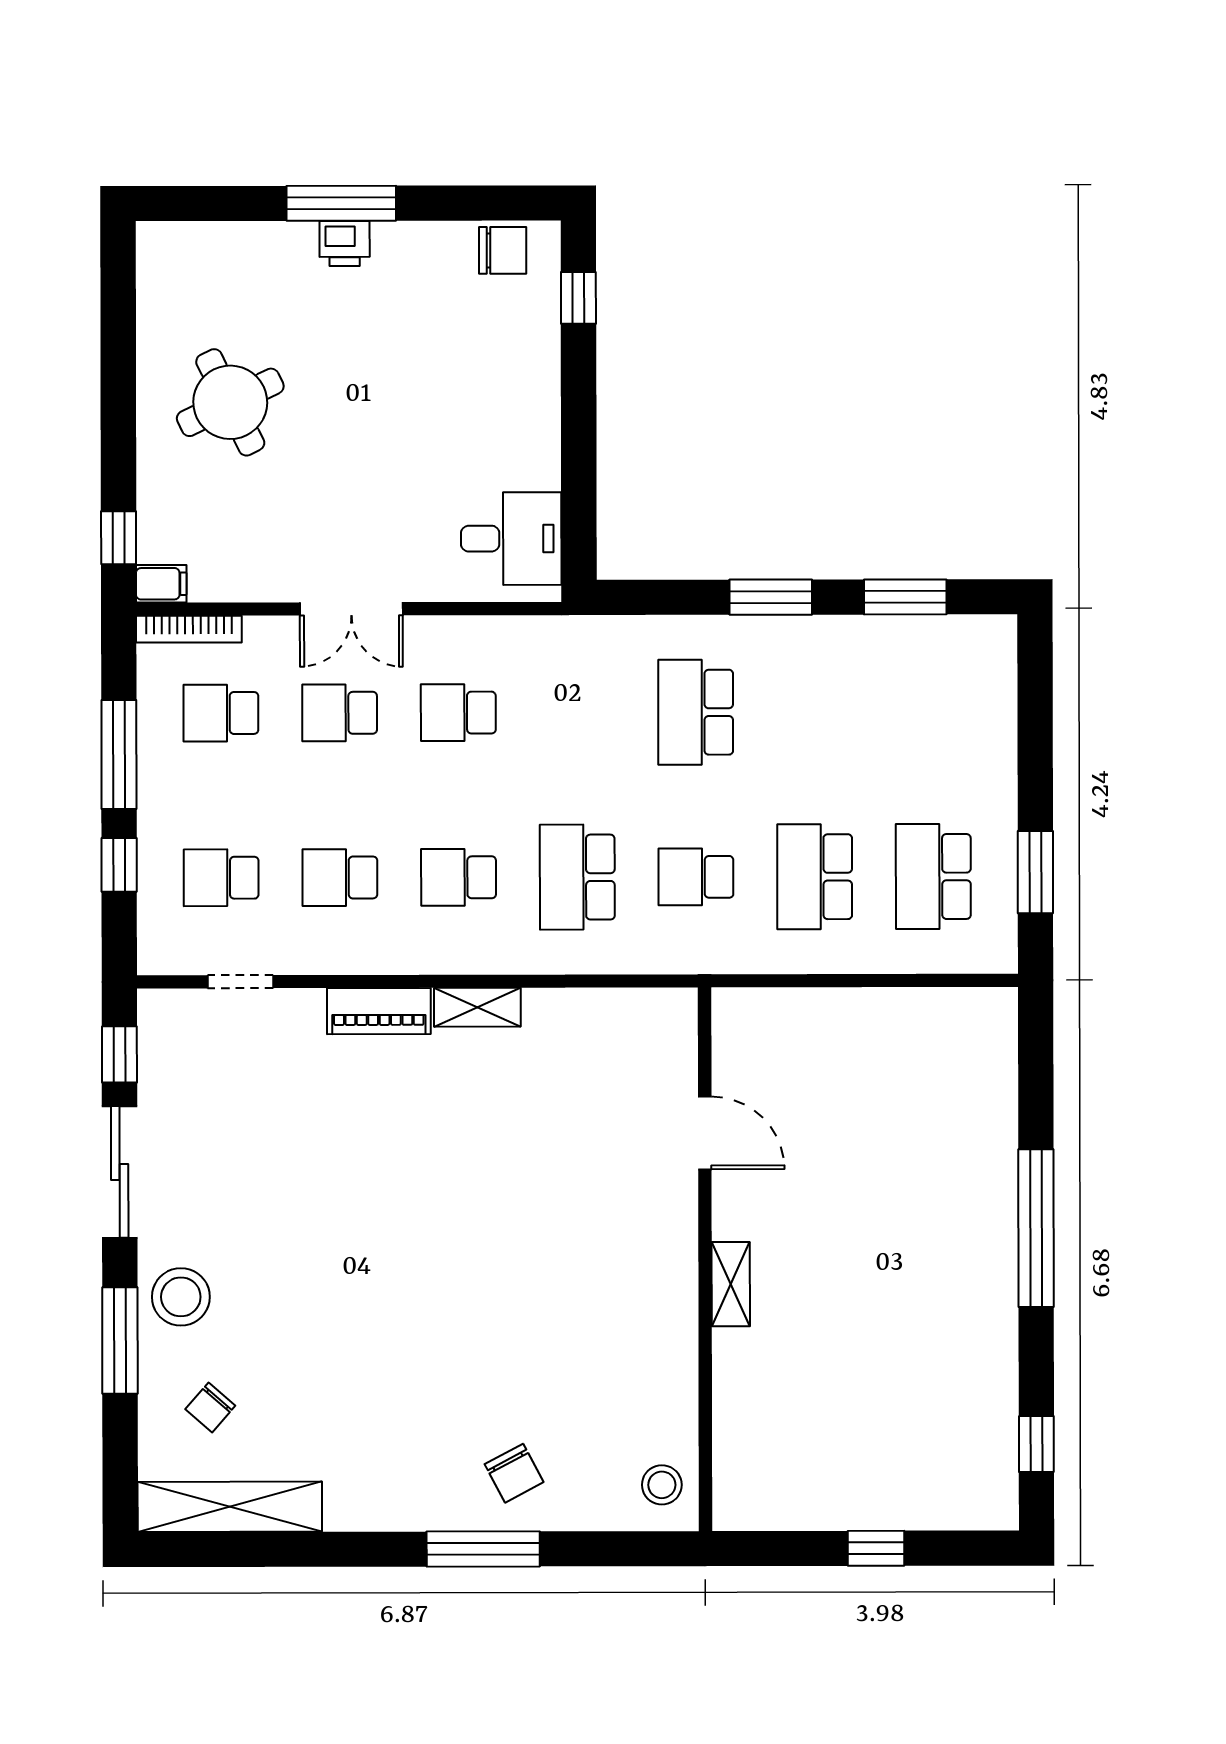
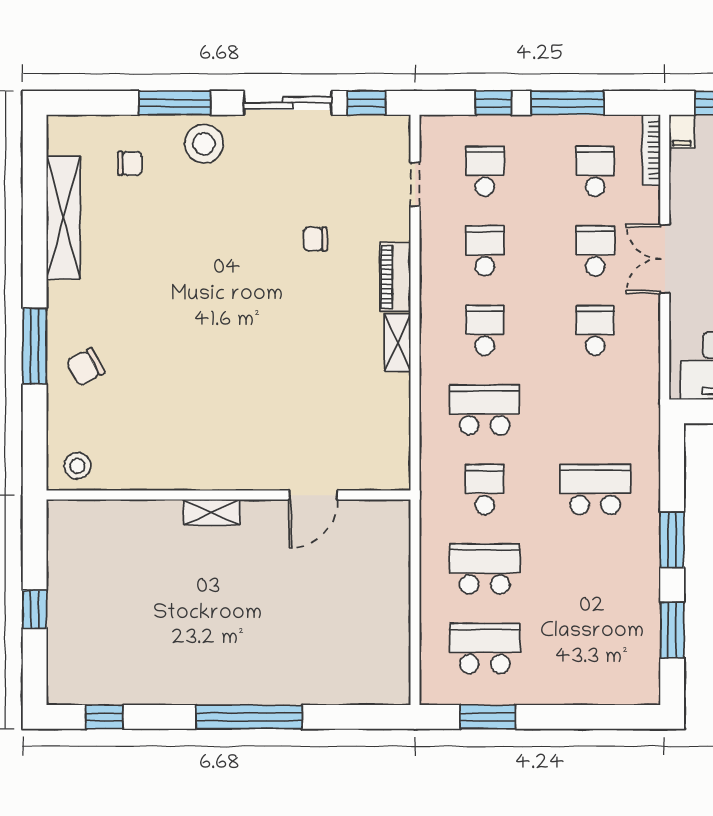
chair: (323, 1131) -> (315, 239), added
chair: (210, 1407) -> (130, 163), turned 139
shelving: (230, 1507) -> (63, 218), moved

